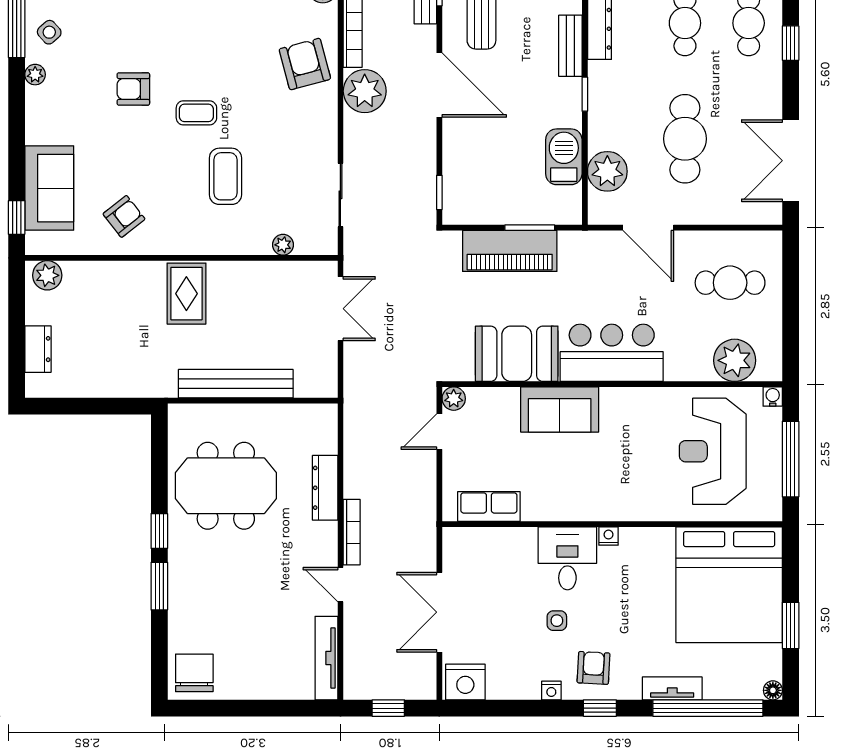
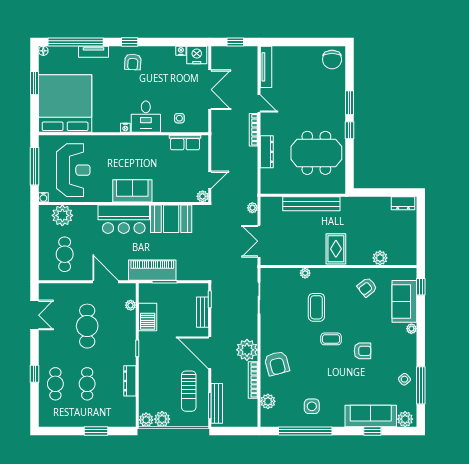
bench: (570, 46) -> (203, 312), moved
plant: (35, 75) -> (411, 329), moved
double door: (791, 161) -> (34, 315), width x0.73
plant: (607, 171) -> (131, 305), width x0.53, depth x0.53
plant: (283, 245) -> (305, 273), moved
piano: (510, 251) -> (152, 270), moved
plant: (47, 275) -> (380, 258), moved
cafe table: (730, 283) -> (65, 254), turned 90
dresser: (38, 349) -> (403, 203), moved, turned -90
plant: (354, 376) -> (252, 208), added
sofa: (560, 409) -> (132, 191), moved
side table: (557, 621) -> (179, 118), moved
nightstand: (551, 691) -> (181, 51), moved

